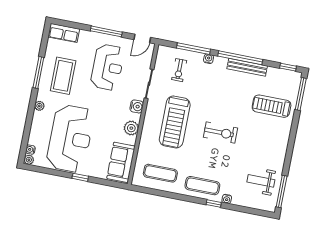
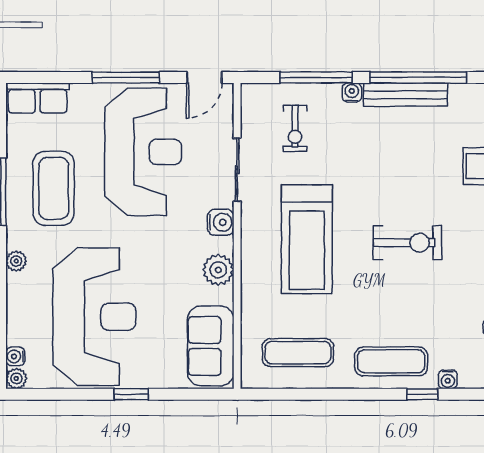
reception desk: (107, 67) -> (143, 152), width x1.36, depth x1.30
bench: (247, 67) -> (406, 95), moved

